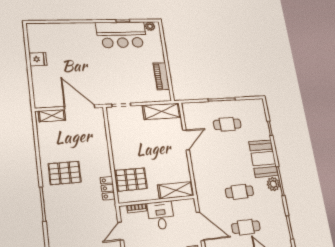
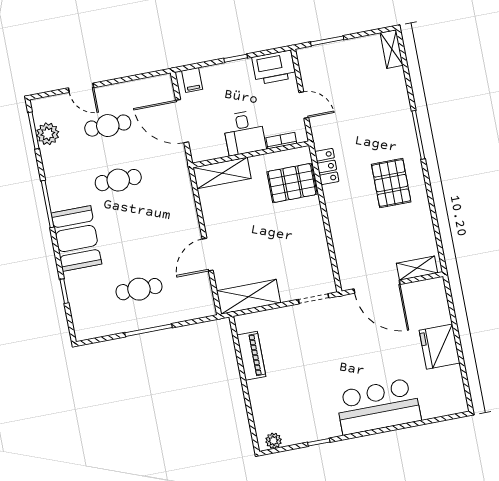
bar counter: (122, 35) -> (378, 406), moved
fridge: (38, 59) -> (440, 347), width x1.88, depth x1.34
pallet: (65, 173) -> (391, 183), turned 90
plant: (273, 184) -> (48, 134), moved
door: (121, 231) -> (304, 105), hinge flipped

